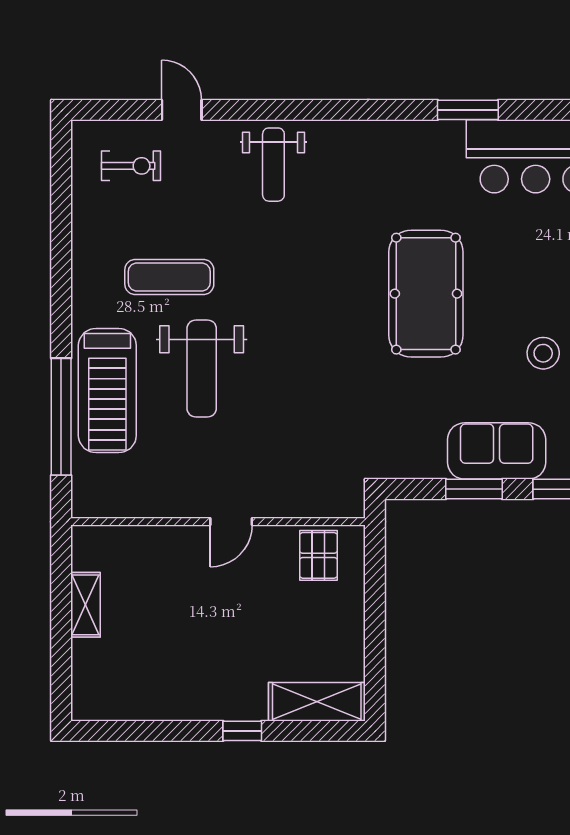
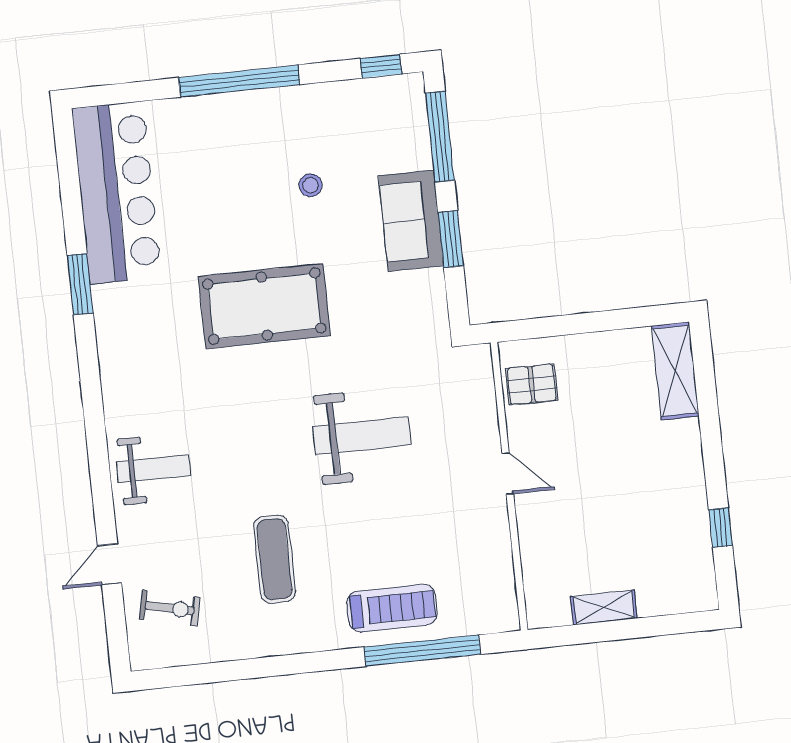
exercise bike: (131, 166) -> (170, 608), turned 103
stool: (543, 353) -> (311, 185), width x0.73, depth x0.73
weight bench: (202, 368) -> (362, 436), moved
treadmill: (107, 390) -> (392, 608), width x0.73, depth x0.73
window: (242, 731) -> (720, 528), moved

